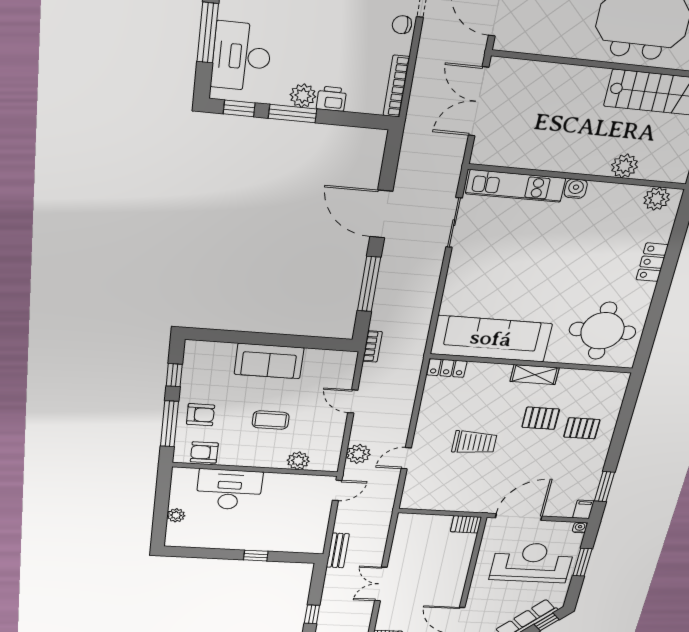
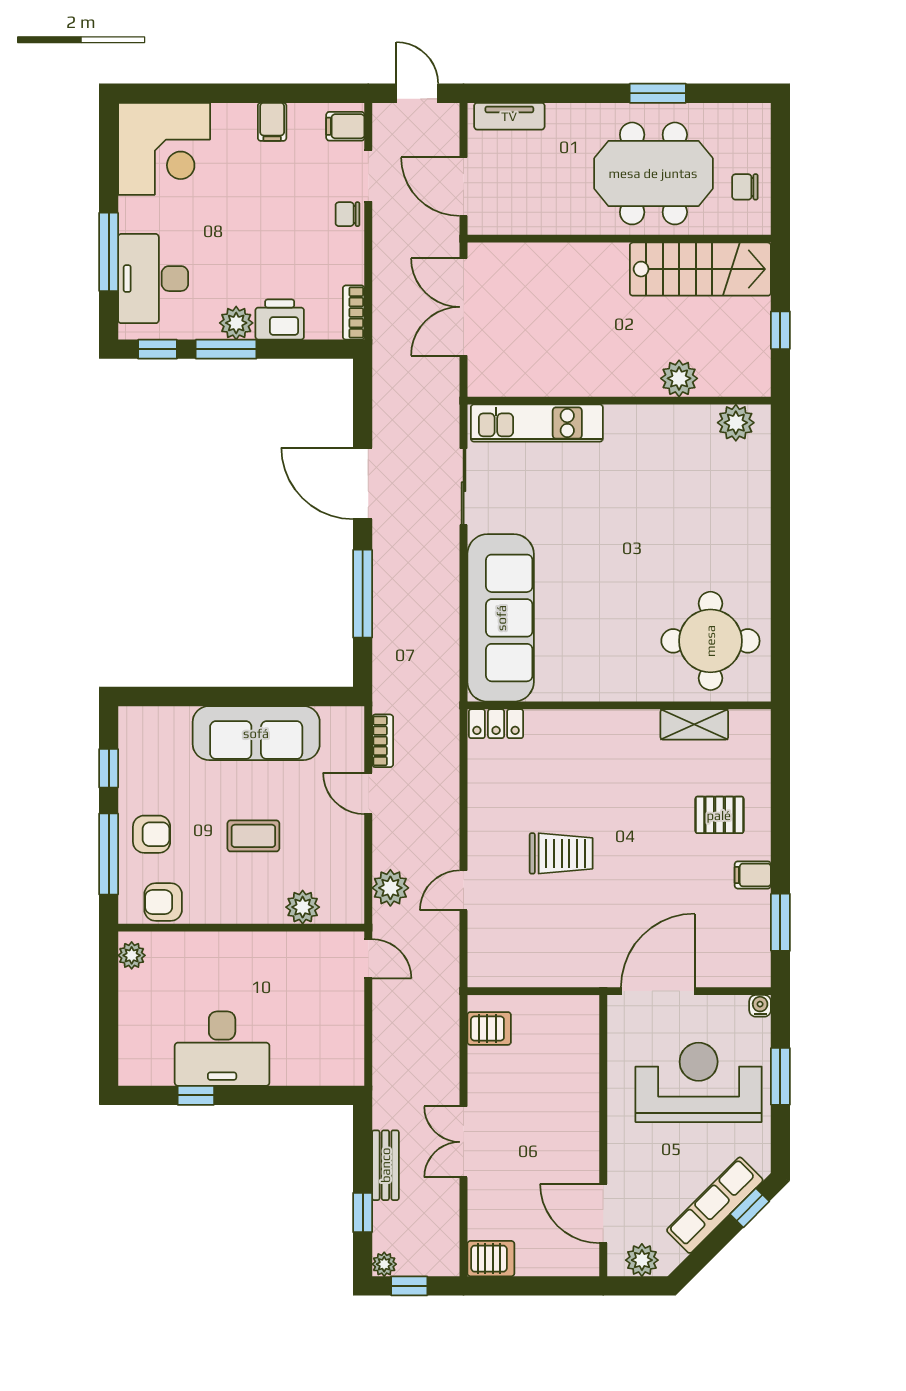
bookcase: (396, 86) -> (354, 313), width x0.64
printer: (331, 99) -> (280, 320), width x1.36, depth x1.24
water cooler: (576, 189) -> (620, 419), removed
locker: (652, 262) -> (755, 522), removed
sofa: (491, 339) -> (501, 618), moved, turned 90
bookcase: (372, 346) -> (383, 741), moved
sofa: (269, 361) -> (256, 733), width x1.36
shelving: (535, 375) -> (694, 724), moved
pallet: (541, 418) -> (653, 801), removed
desk: (229, 490) -> (222, 1049), moved, turned 180
door: (337, 490) -> (368, 959), hinge flipped
filing cabinet: (583, 509) -> (753, 875), moved, turned -90
plant: (176, 515) -> (132, 955), moved
server rack: (466, 524) -> (489, 1028), moved, turned 180
bench: (338, 550) -> (385, 1165), moved
window: (256, 556) -> (196, 1095), moved

